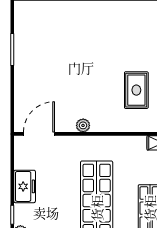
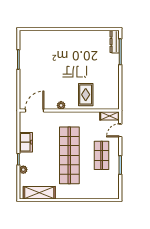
rug: (136, 90) -> (86, 95), moved

